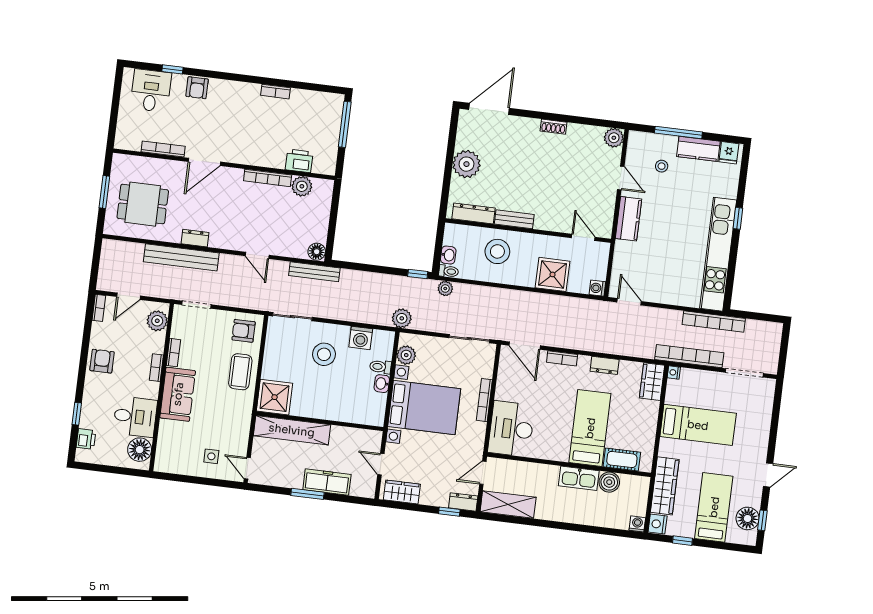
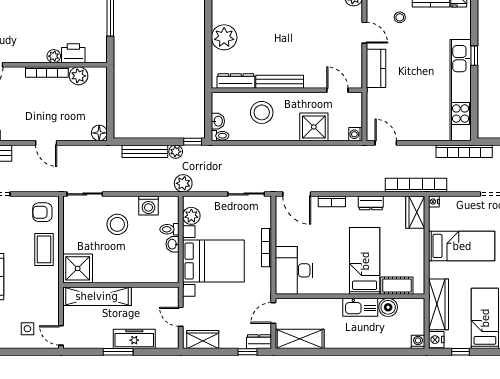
plant: (277, 161) -> (54, 56), added
bench: (514, 219) -> (280, 82), width x1.36
bench: (314, 272) -> (145, 151), moved
plant: (445, 288) -> (176, 152), moved
bookcase: (689, 356) -> (416, 185), moved

